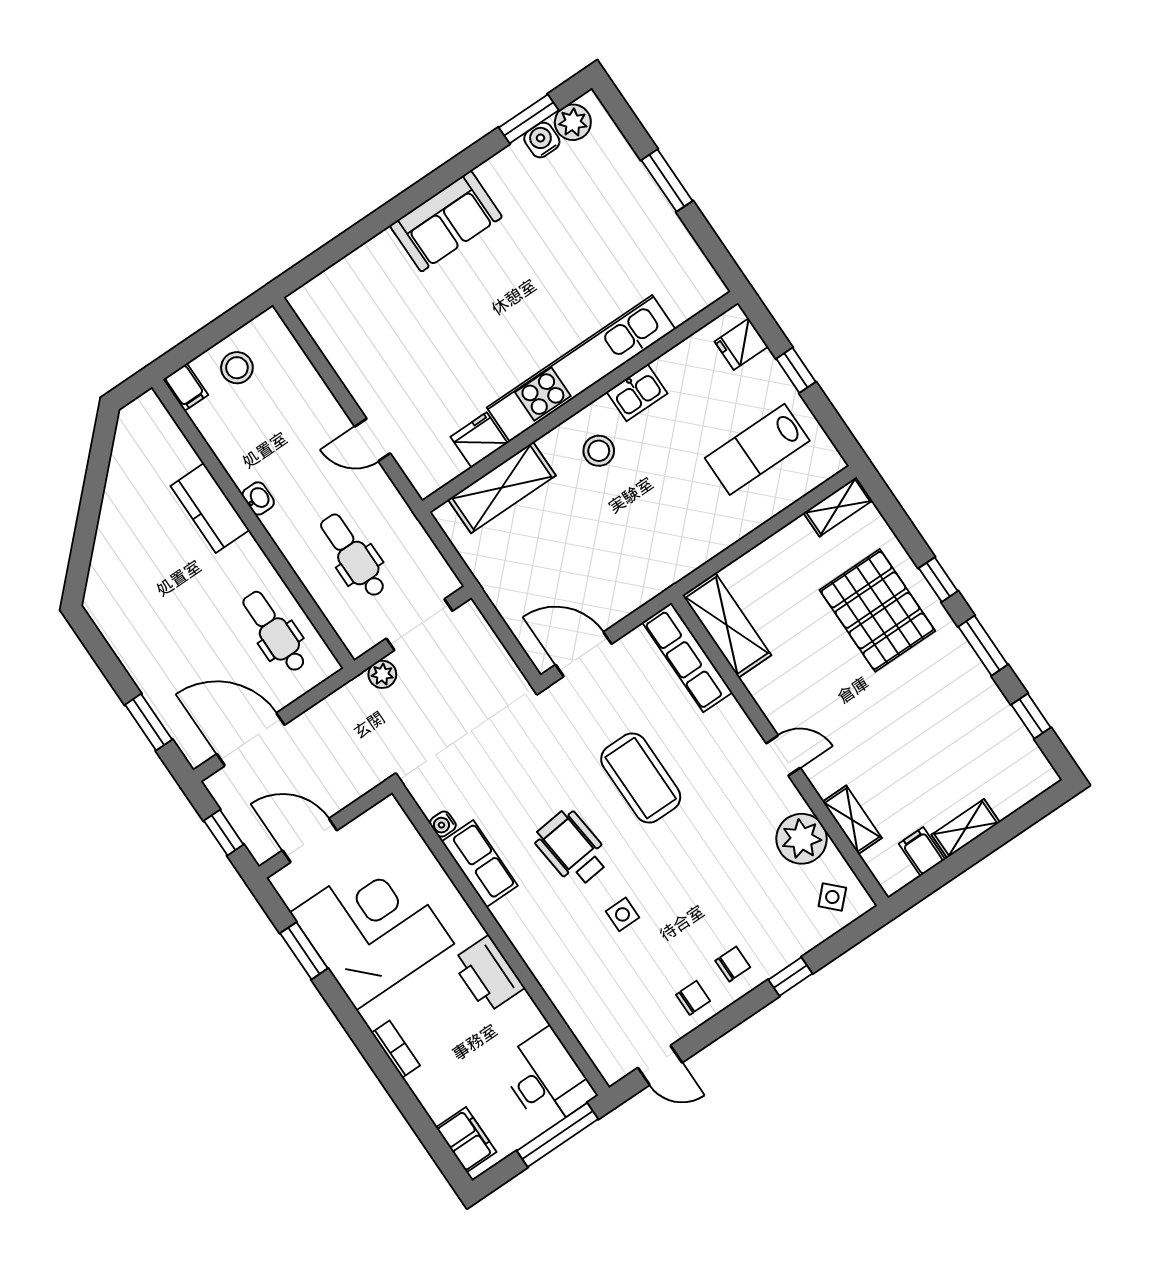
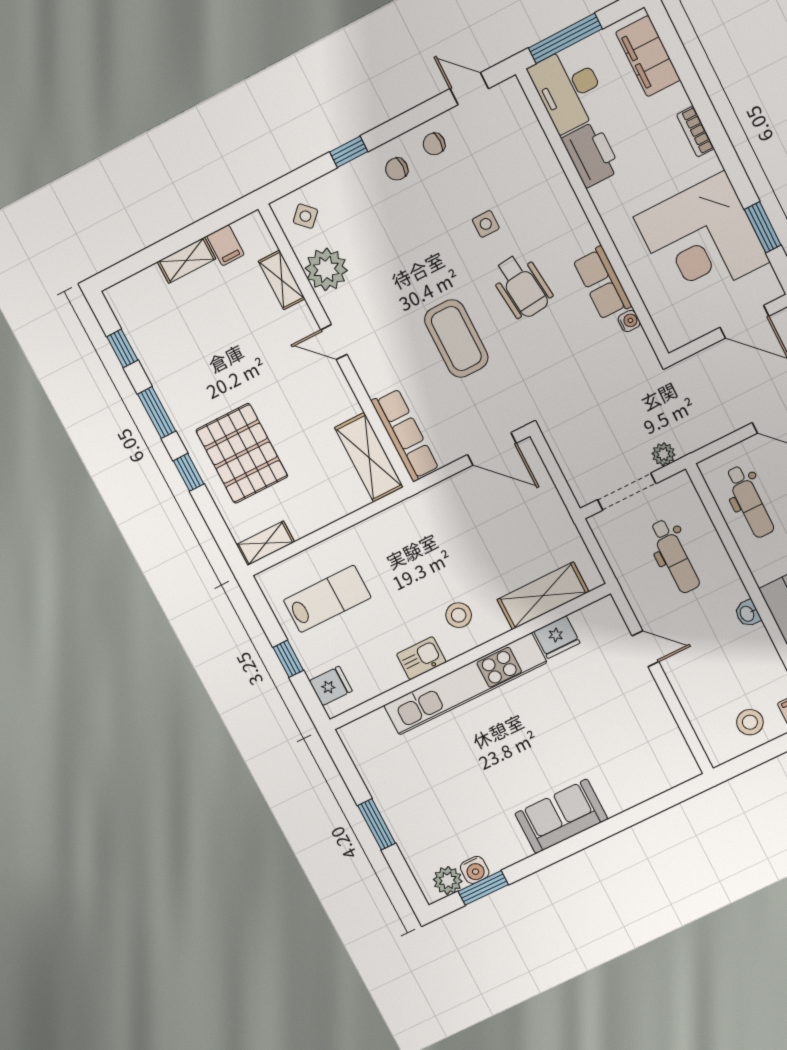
printer: (488, 974) -> (591, 154), moved
filing cabinet: (466, 1140) -> (648, 56), width x1.50, depth x1.17

